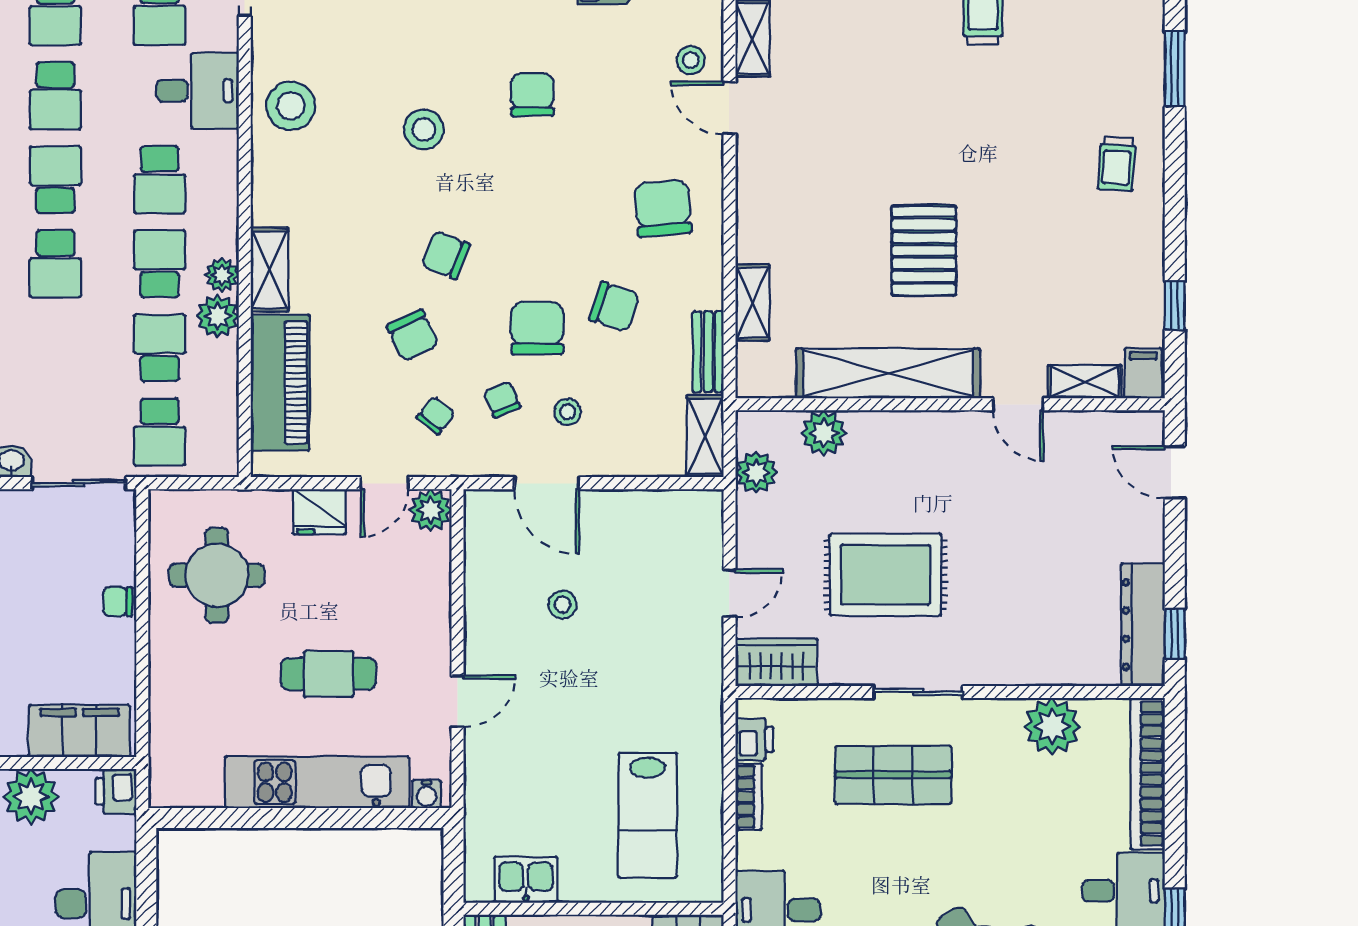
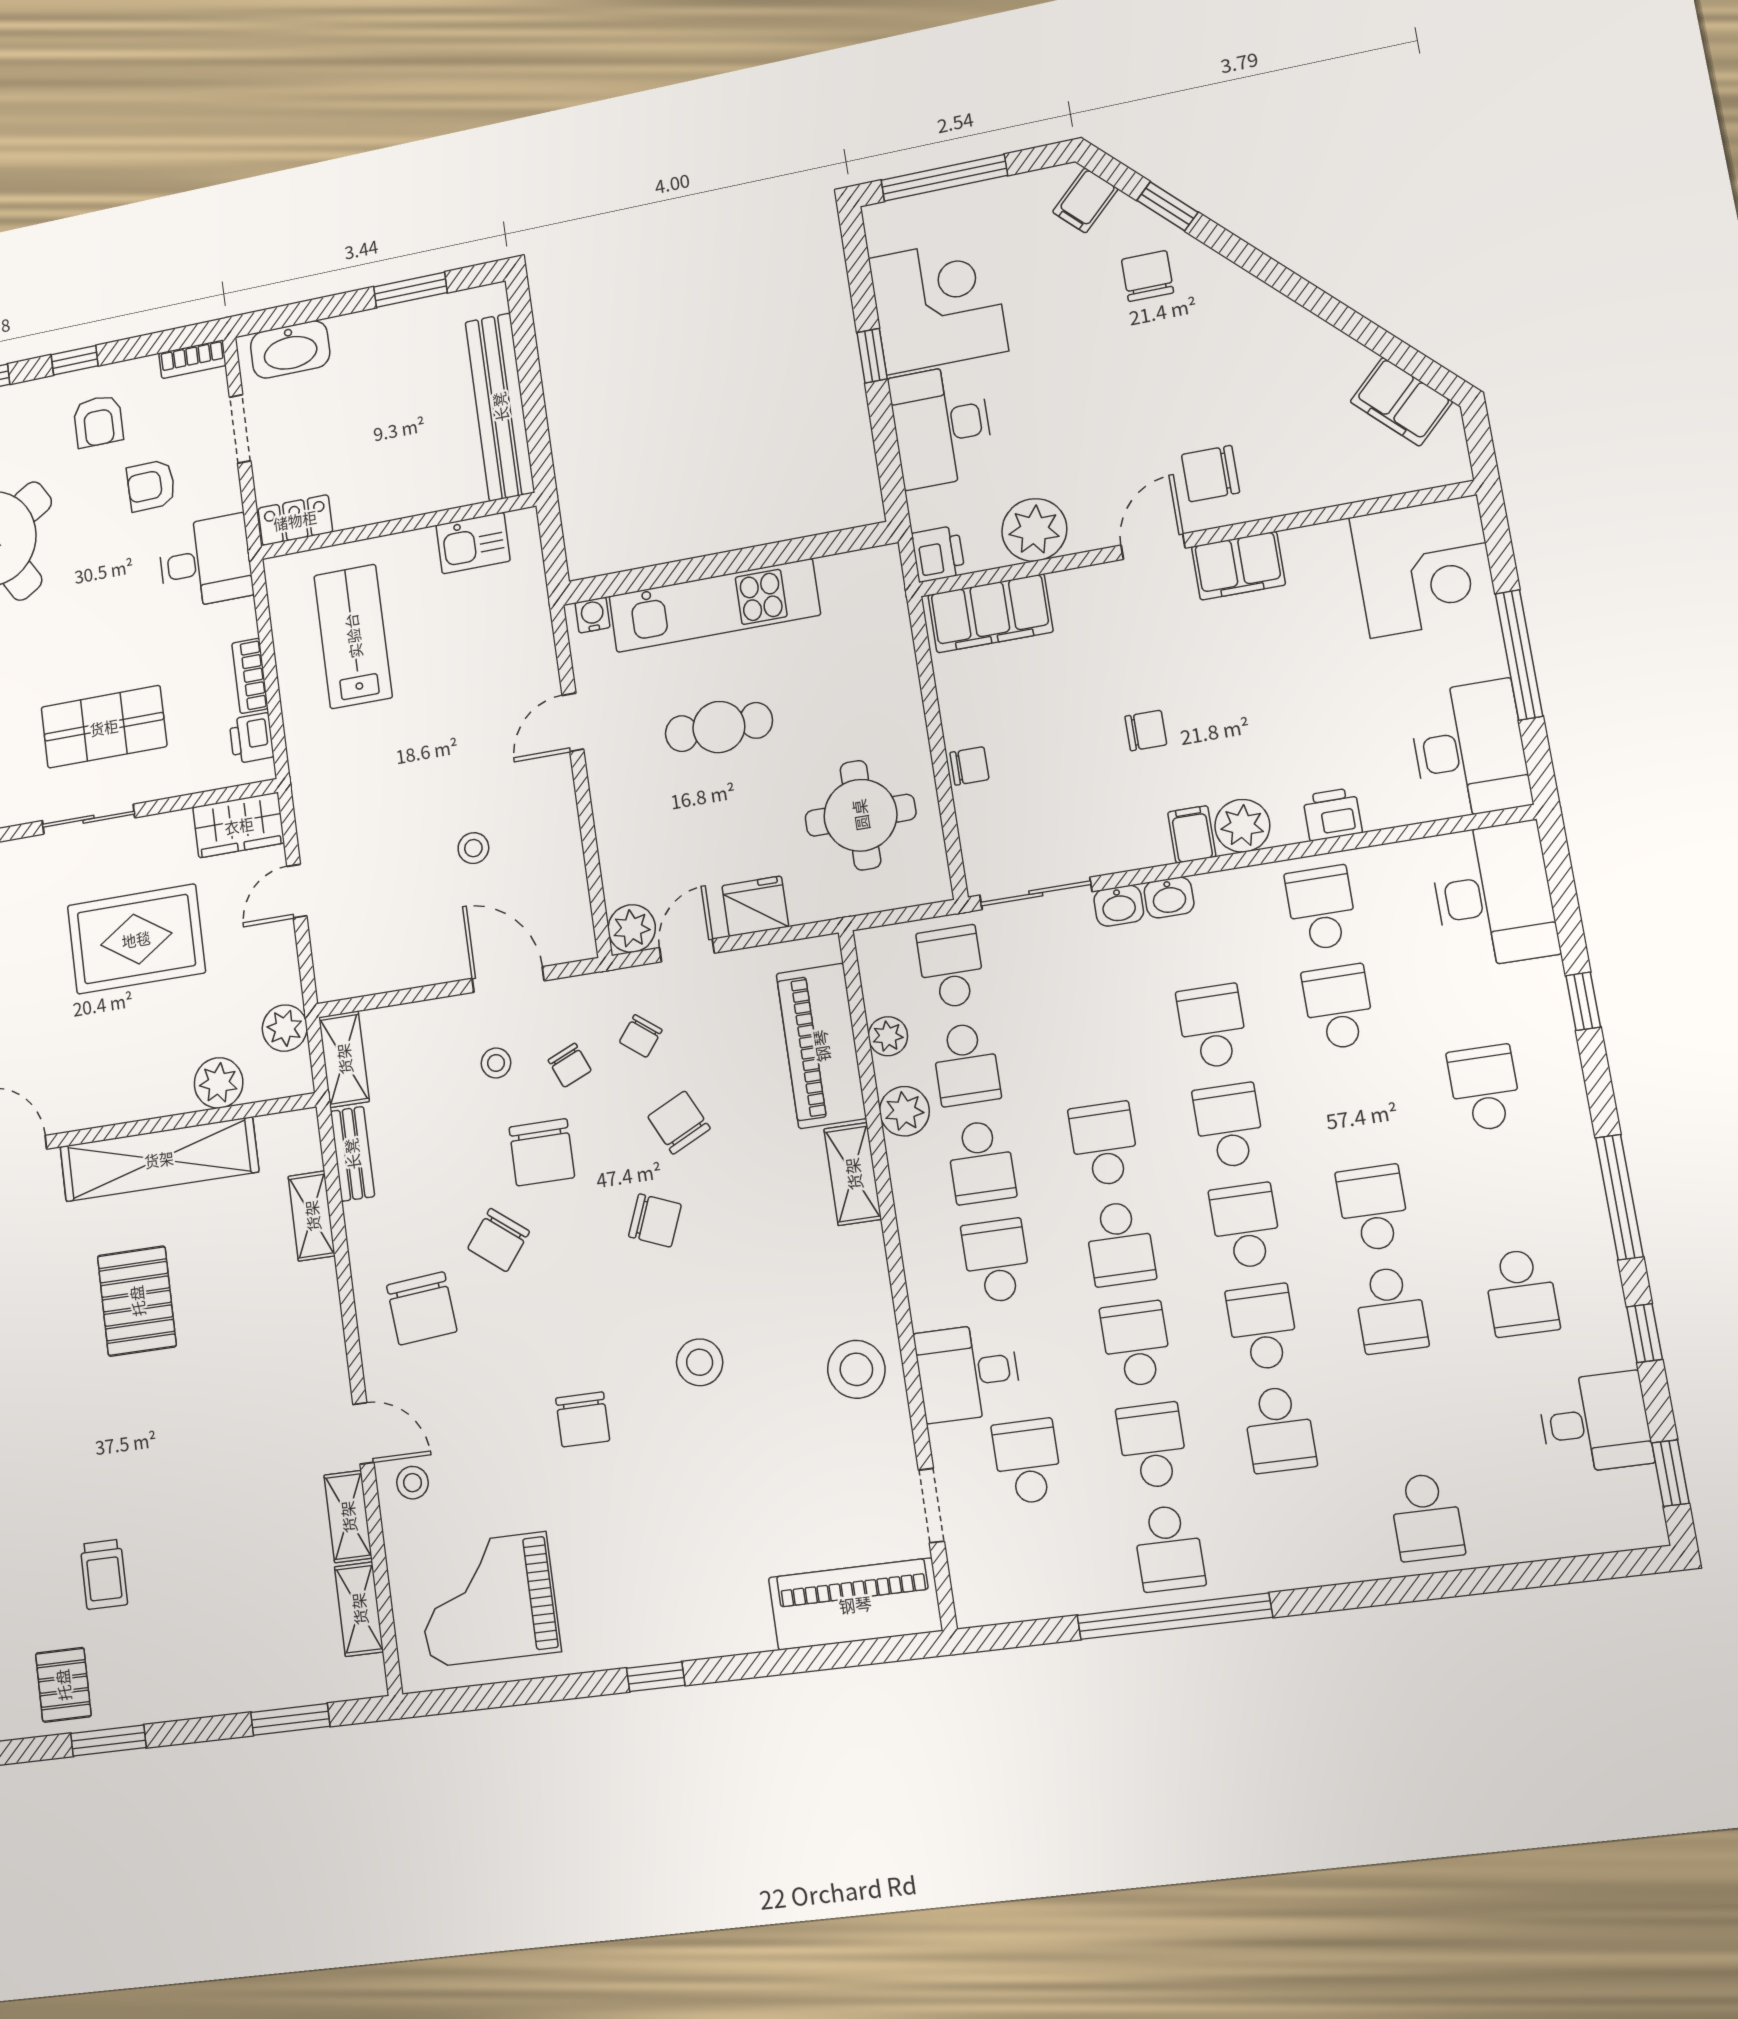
plant: (222, 275) -> (888, 1036), moved
chair: (614, 307) -> (499, 1240), moved, turned -70

